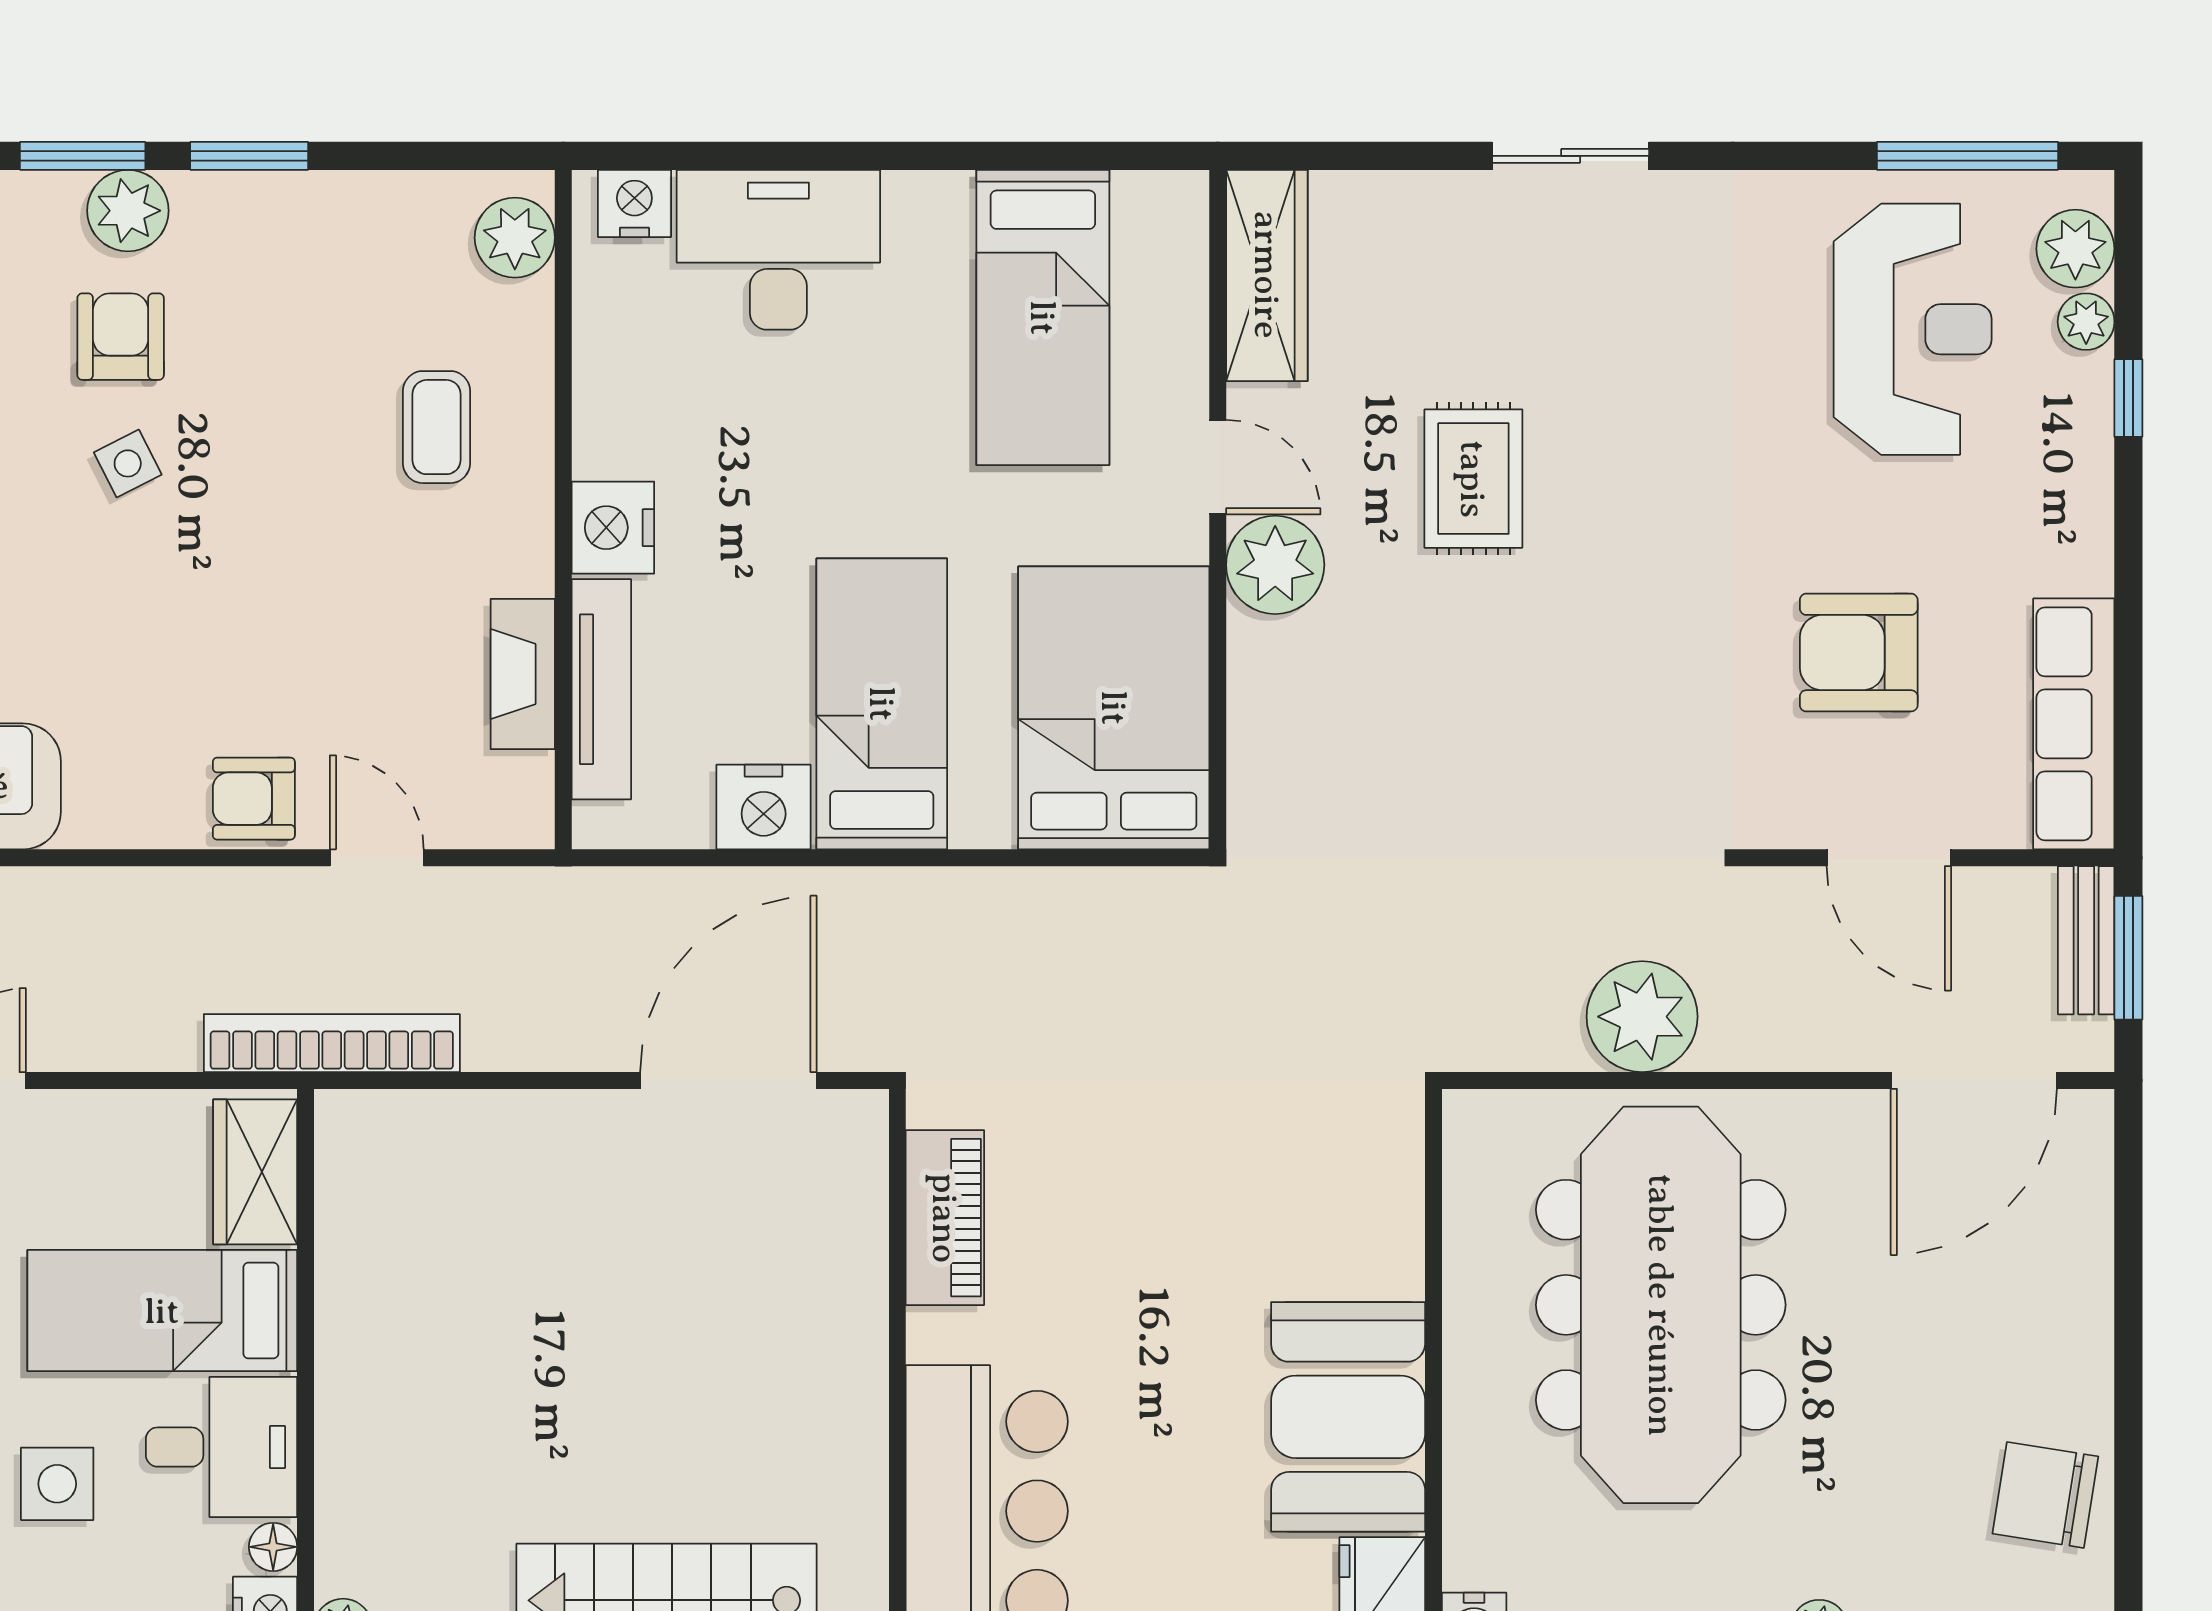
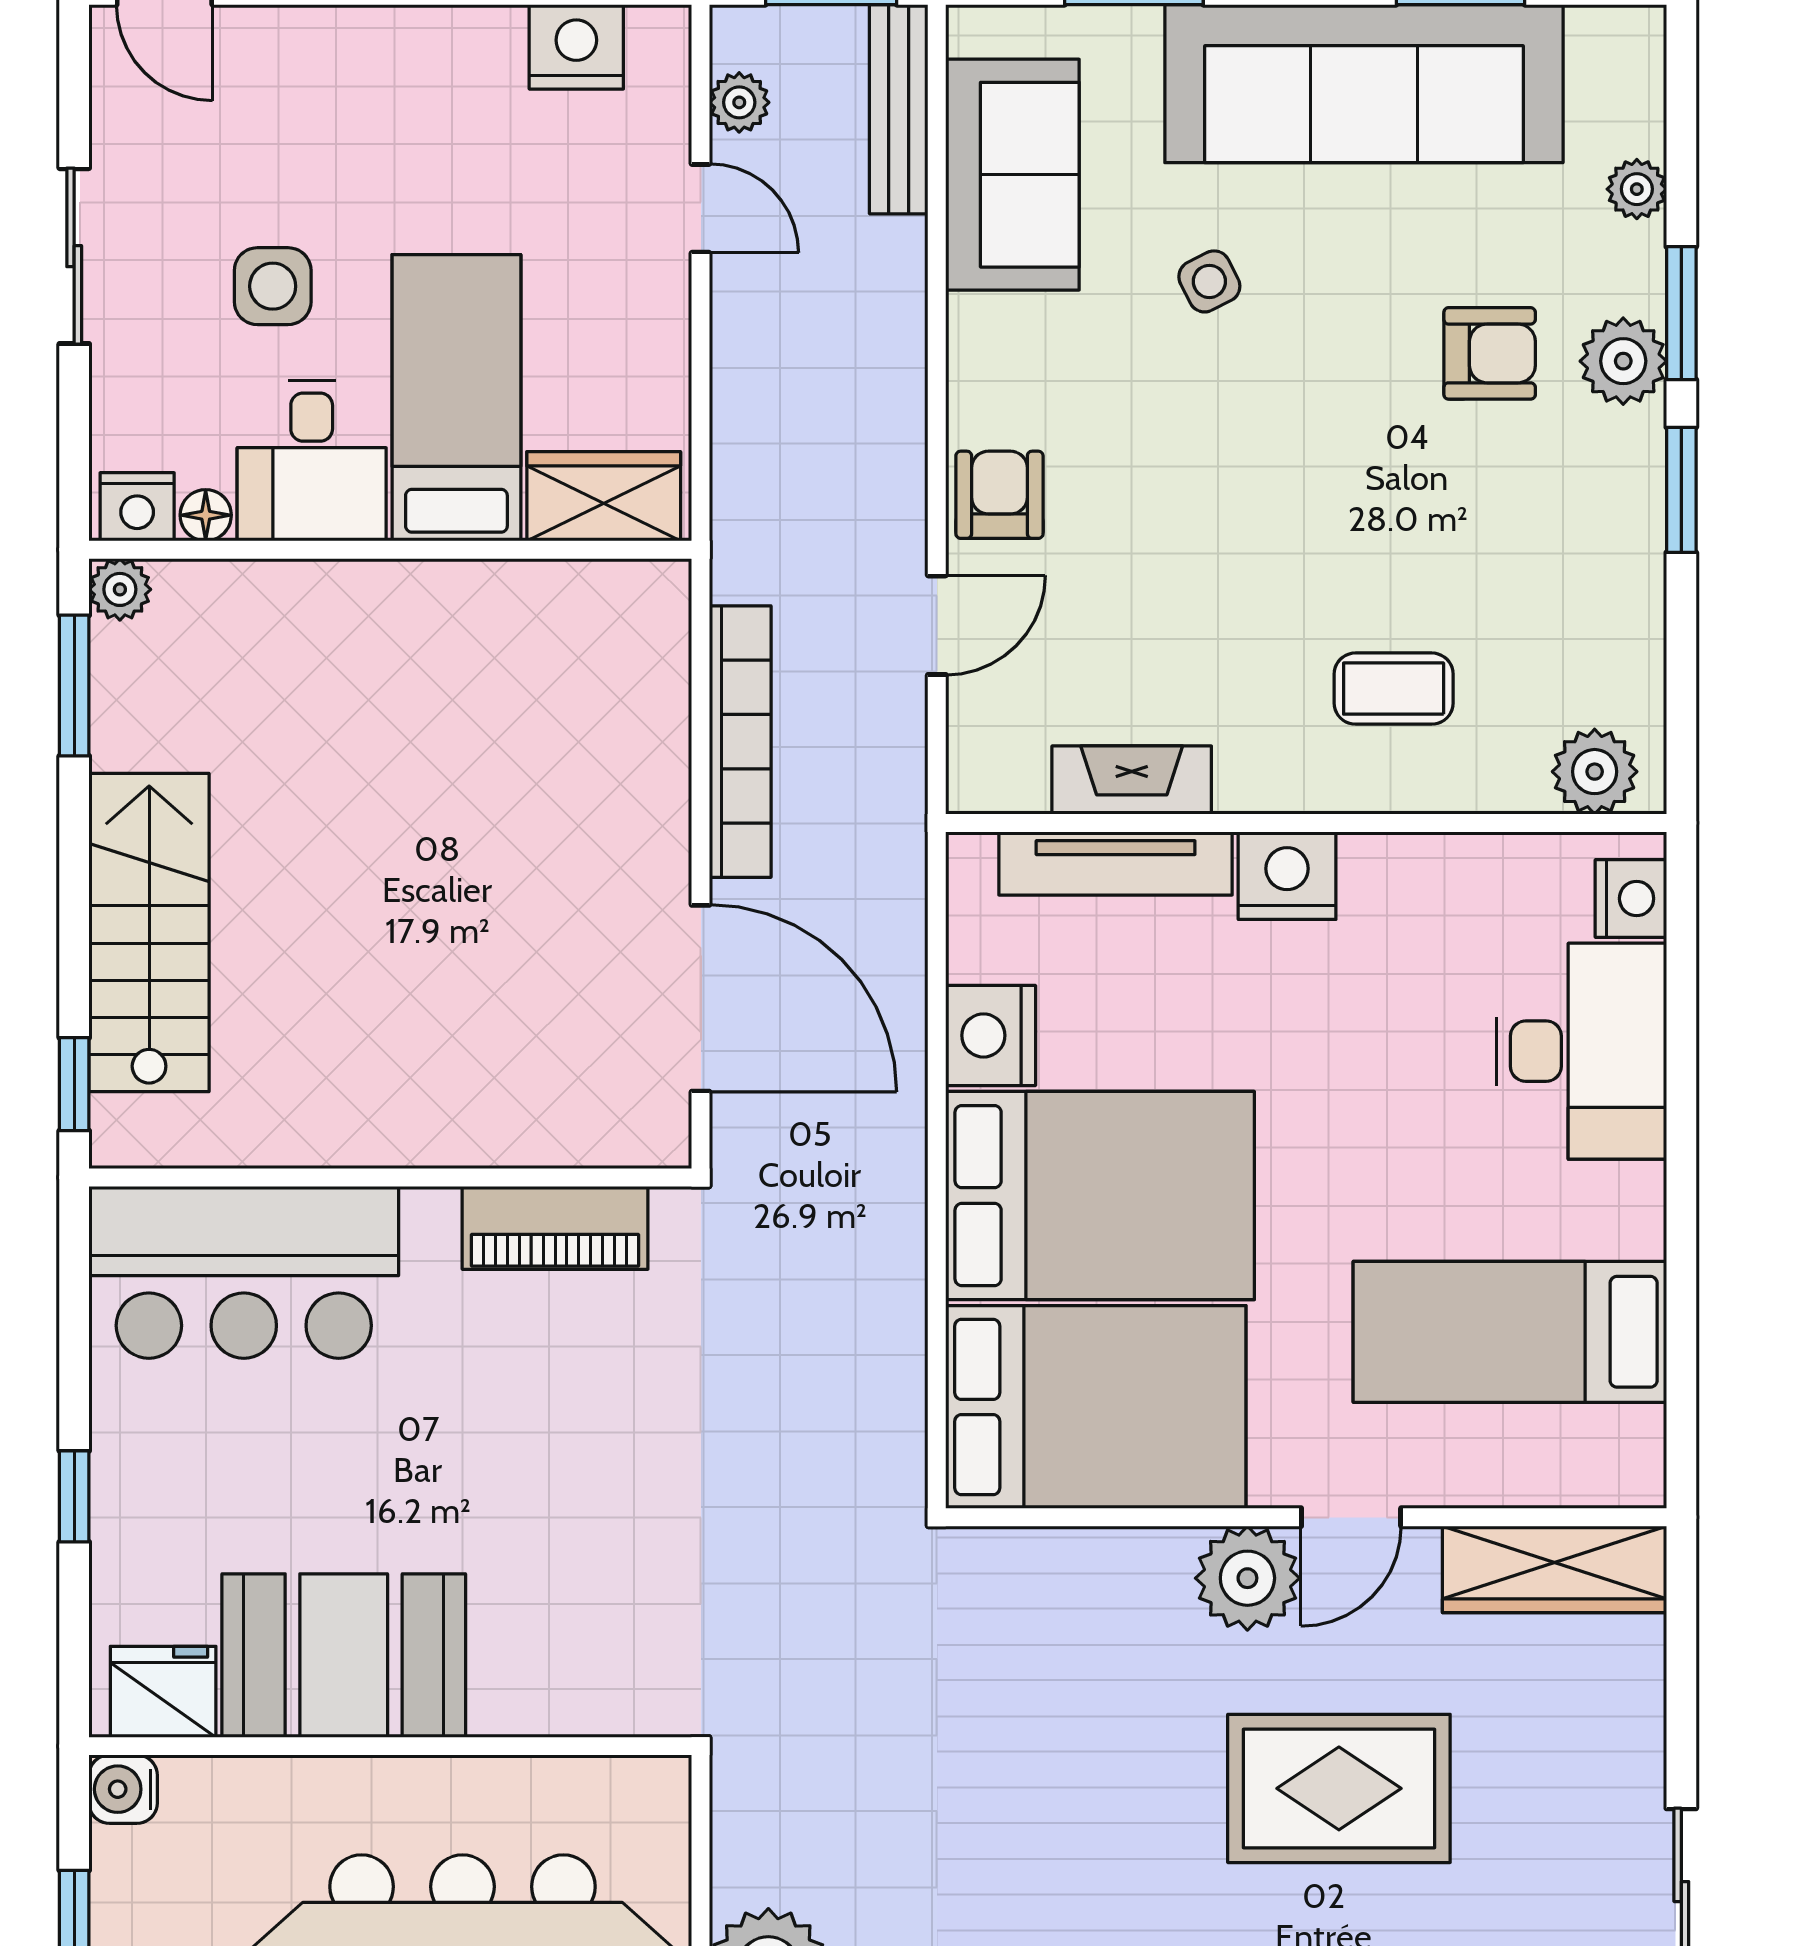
side table: (128, 463) -> (1209, 281), moved
rug: (1473, 479) -> (1339, 1788), width x1.36, depth x1.43
bed: (882, 704) -> (1100, 1196), width x1.50
bookcase: (332, 1043) -> (740, 742), moved

